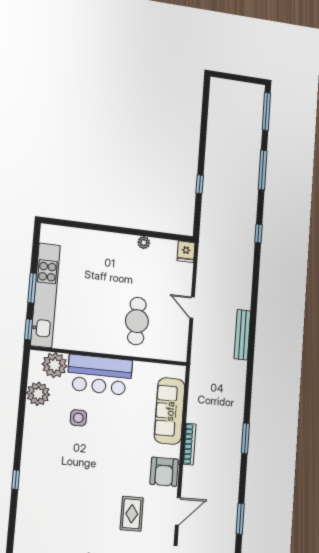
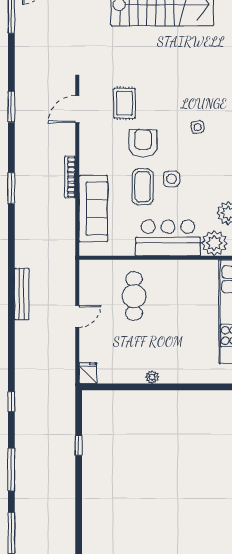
plant: (144, 243) -> (152, 377), moved
door: (192, 308) -> (77, 316), hinge flipped
side table: (78, 418) -> (172, 179), moved
coffee table: (120, 428) -> (143, 187), added
armchair: (164, 472) -> (143, 143), moved
side table: (62, 484) -> (198, 127), added

